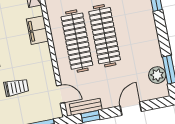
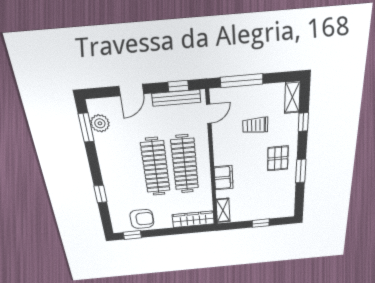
door: (61, 94) -> (209, 114), swing flipped
bench: (86, 107) -> (176, 98), width x1.36

